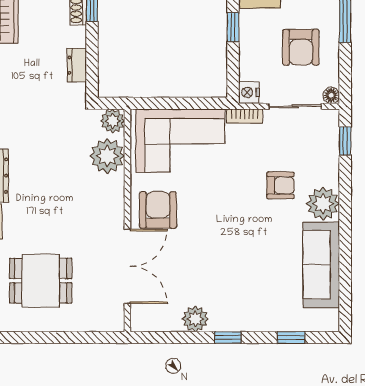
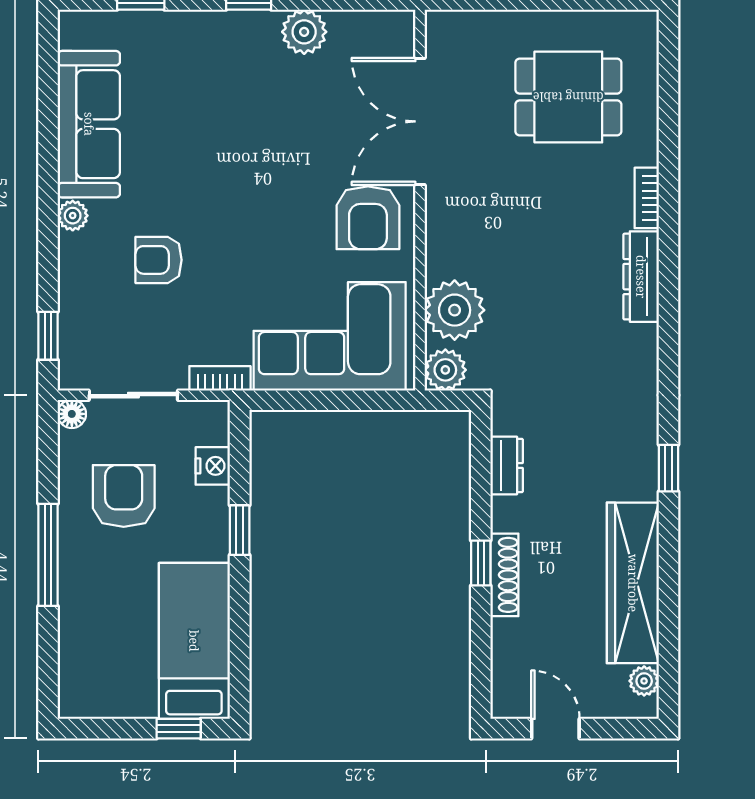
nightstand: (249, 93) -> (213, 466), moved
plant: (323, 204) -> (73, 216), width x0.53, depth x0.53

